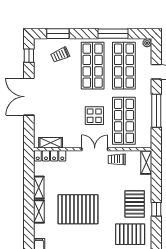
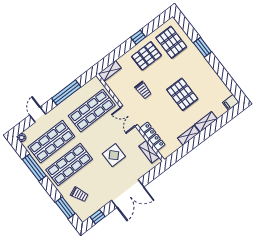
display table: (94, 116) -> (114, 155), moved
locker: (50, 156) -> (152, 136), moved
trolley: (117, 159) -> (143, 90), moved
pallet: (78, 209) -> (182, 94), width x0.73, depth x0.71

